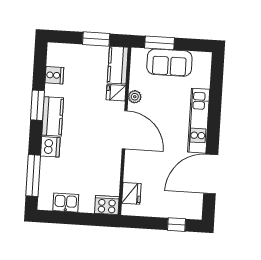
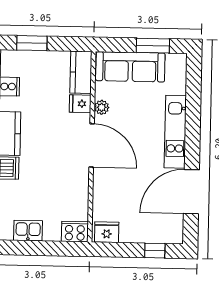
window: (96, 39) -> (32, 43), moved
window: (160, 43) -> (153, 46), moved
sofa: (169, 63) -> (130, 67), width x1.36
fridge: (131, 193) -> (107, 232), moved, turned -90

